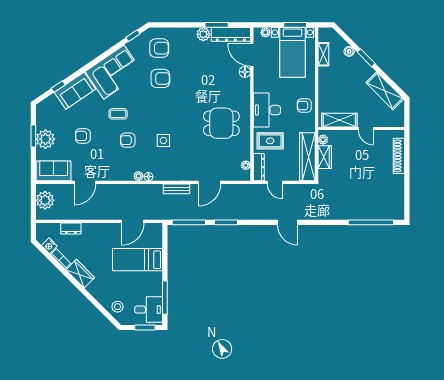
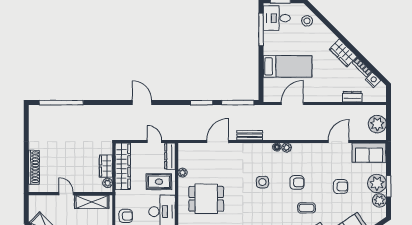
plant: (43, 122) -> (379, 200), added
plant: (246, 165) -> (183, 173), moved

